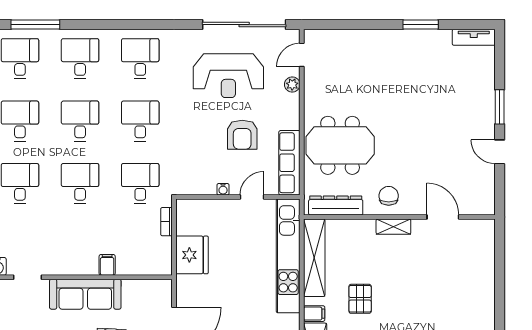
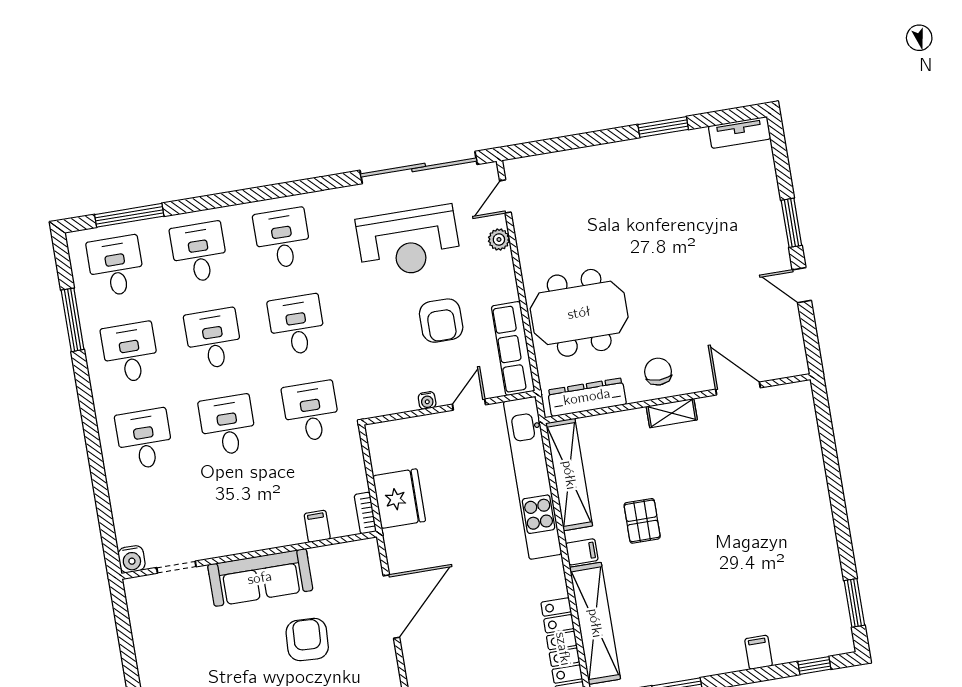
bookcase: (166, 222) -> (365, 513), moved
filing cabinet: (107, 265) -> (317, 526), moved

